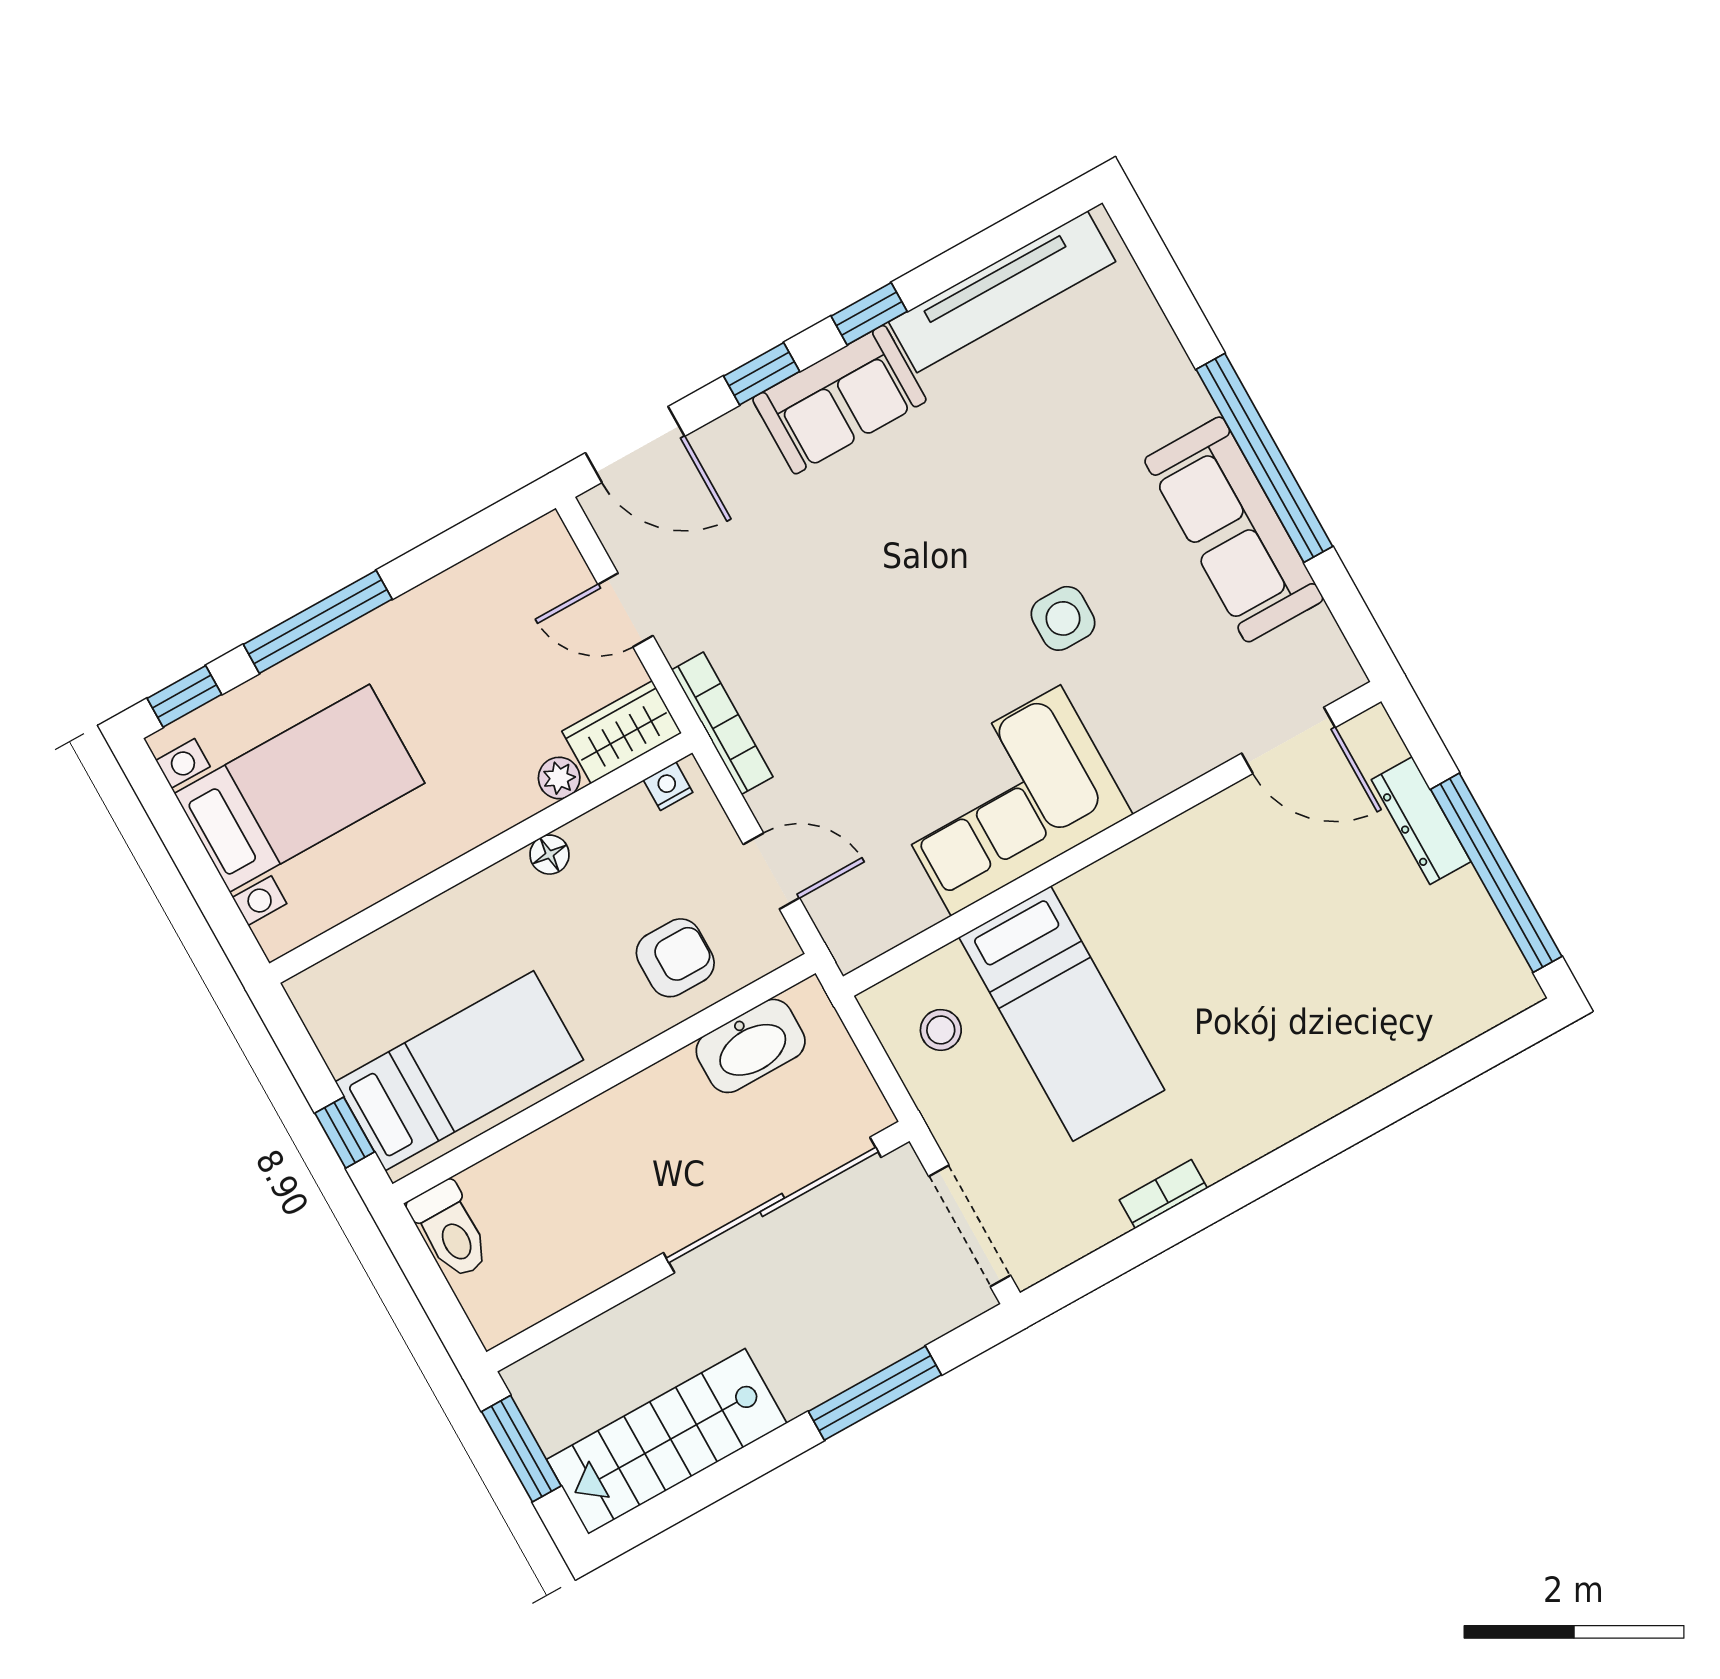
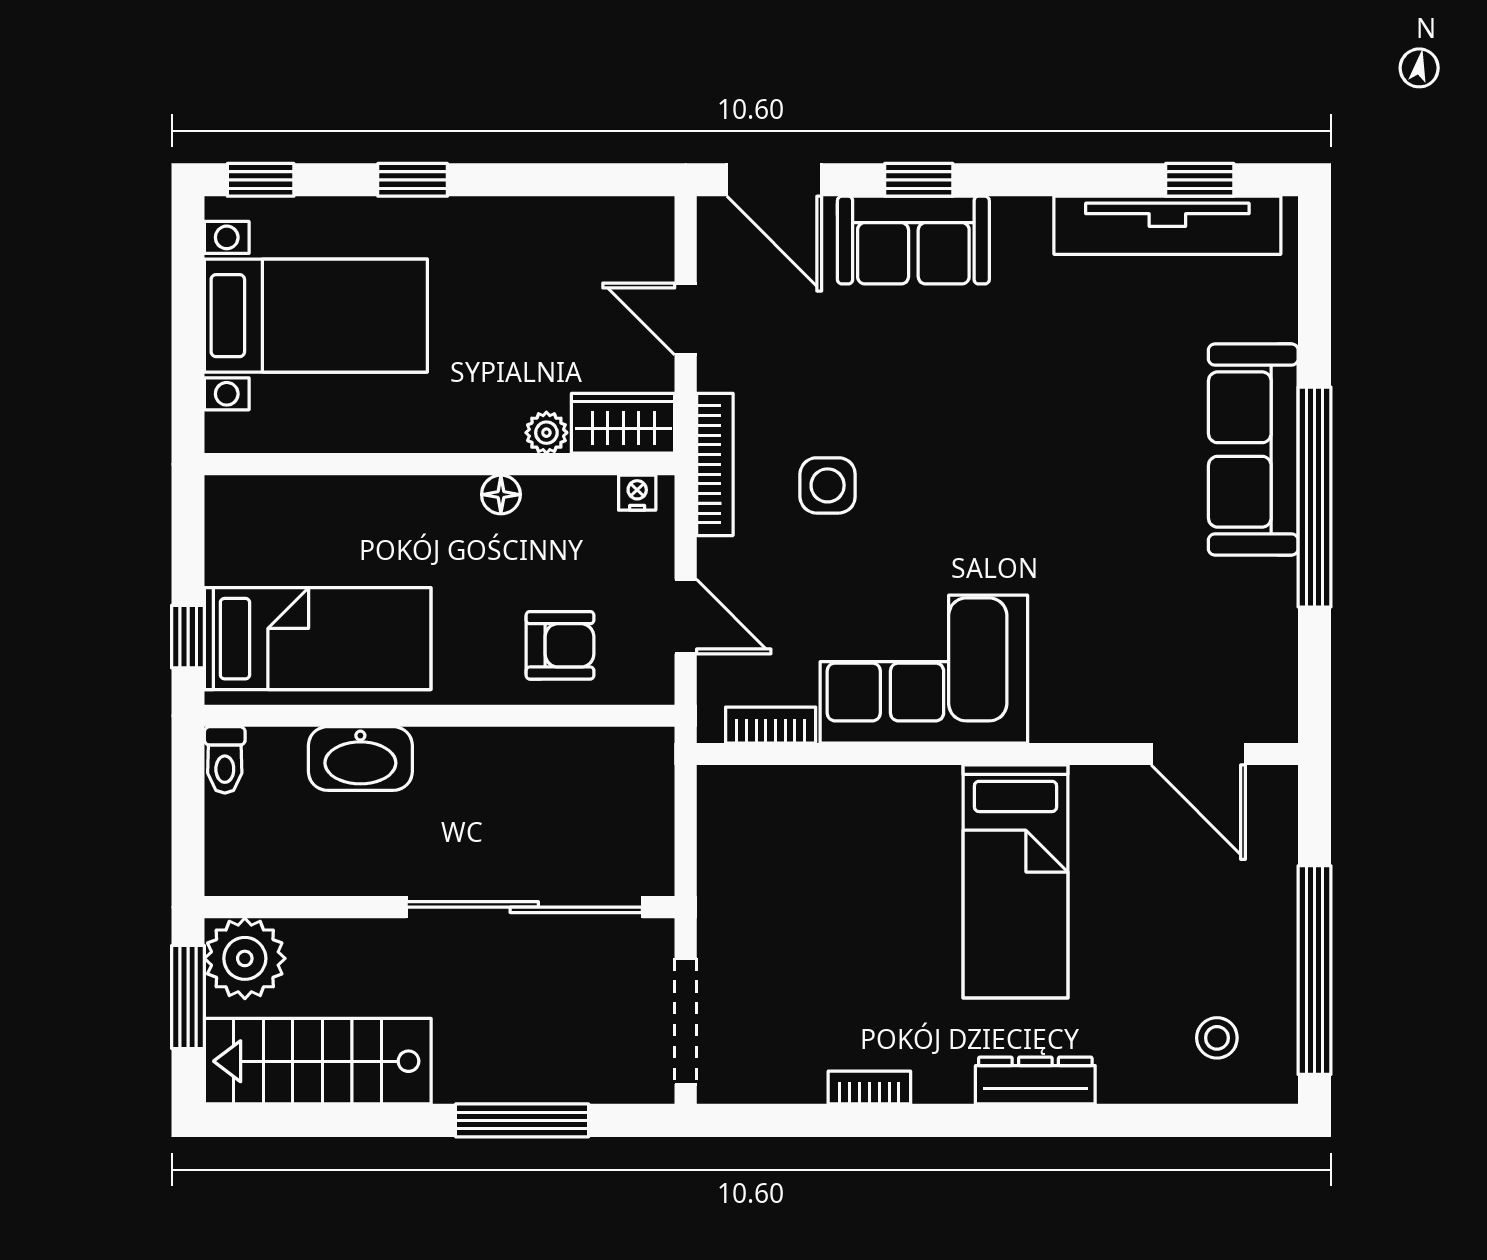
window: (869, 314) -> (1200, 180), moved
sofa: (839, 400) -> (913, 240), moved
sofa: (1234, 529) -> (1253, 450), moved
side table: (1063, 618) -> (828, 485), moved
window: (318, 622) -> (413, 180), width x0.46
dresser: (1421, 821) -> (1035, 1081), moved, turned 90
bookcase: (899, 925) -> (771, 725), added
bed: (1062, 1014) -> (1016, 881), moved
stool: (941, 1030) -> (1217, 1038), moved
washbasin: (751, 1046) -> (360, 758), moved
toilet: (450, 1230) -> (225, 760), width x0.73, depth x0.72
plant: (552, 1387) -> (245, 958), added

